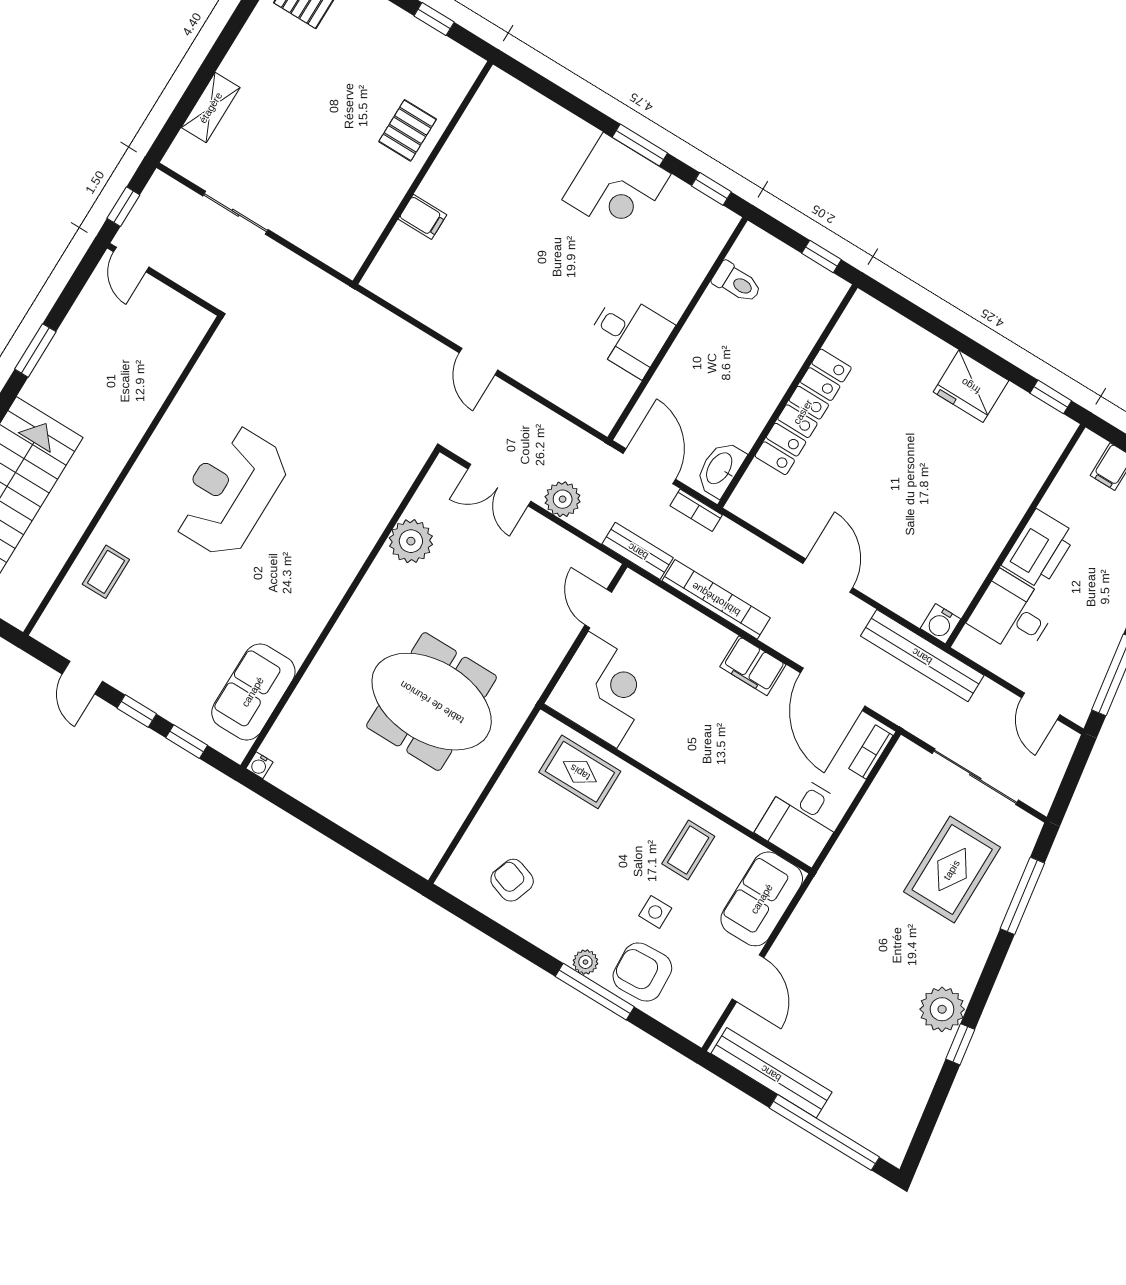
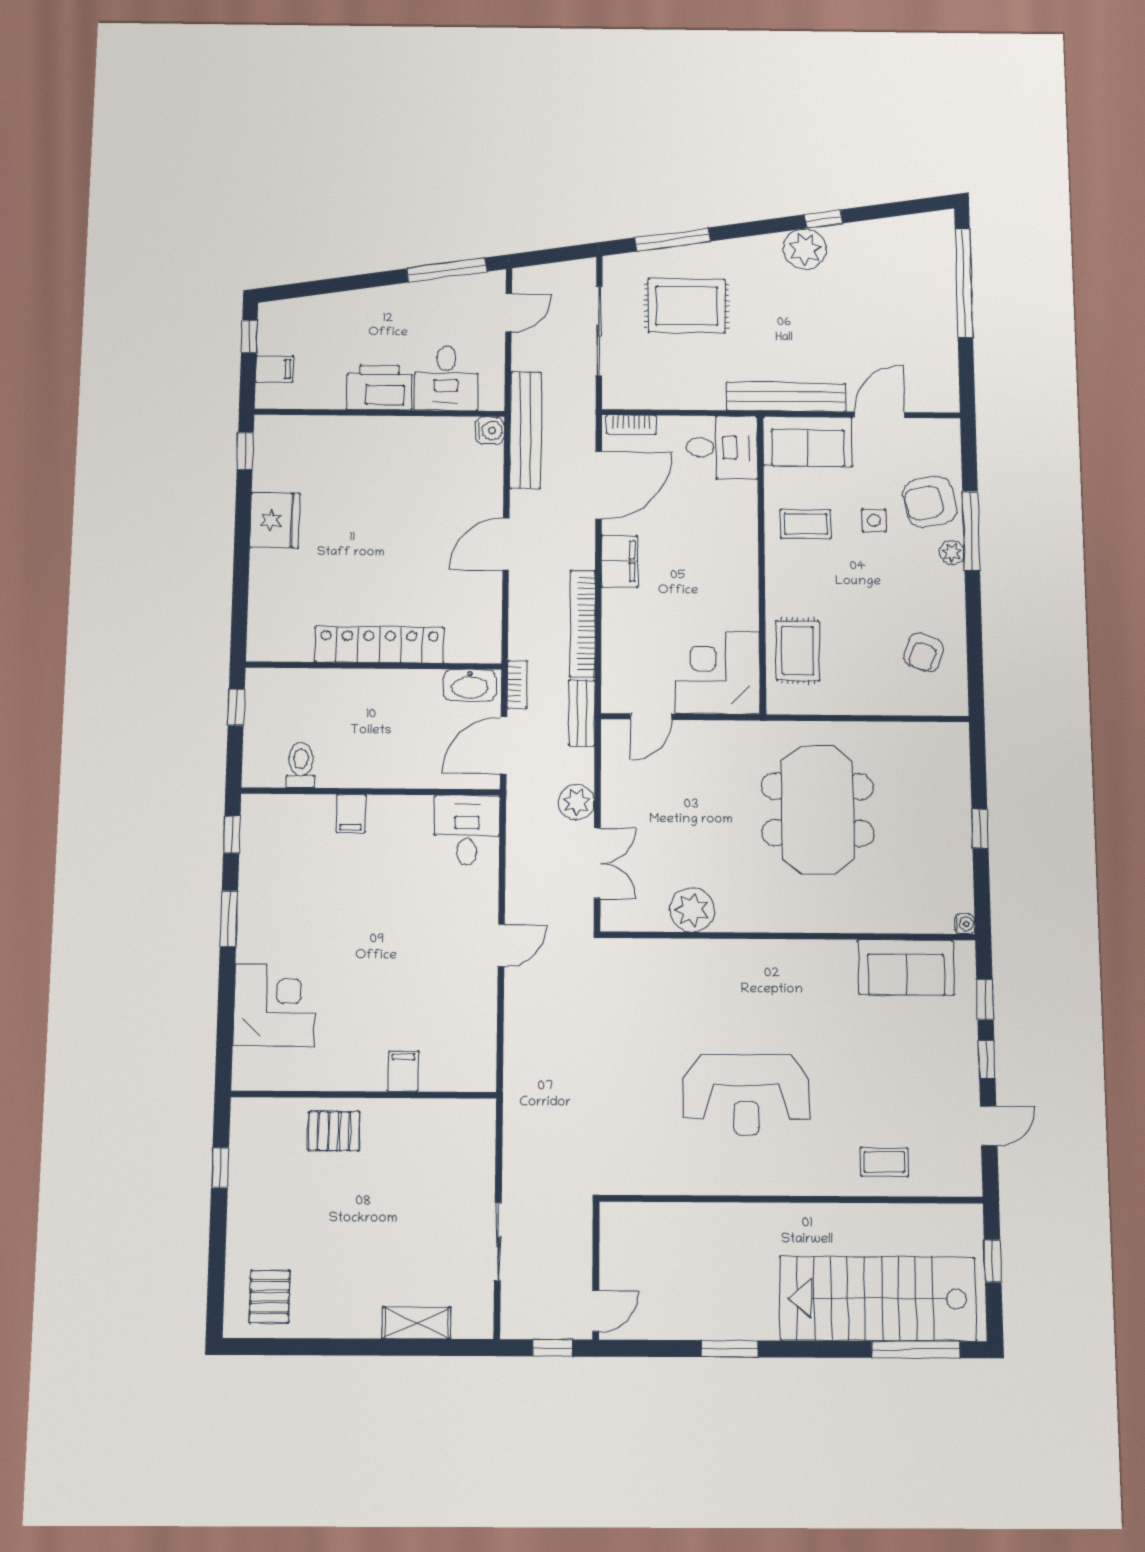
corner desk: (616, 187) -> (275, 1005), moved
filing cabinet: (668, 301) -> (351, 814), added
desk: (629, 335) -> (467, 830), moved
window: (332, 830) -> (980, 829), added
armchair: (642, 972) -> (930, 502), turned 81
bench: (771, 1073) -> (786, 397), moved, turned 90

